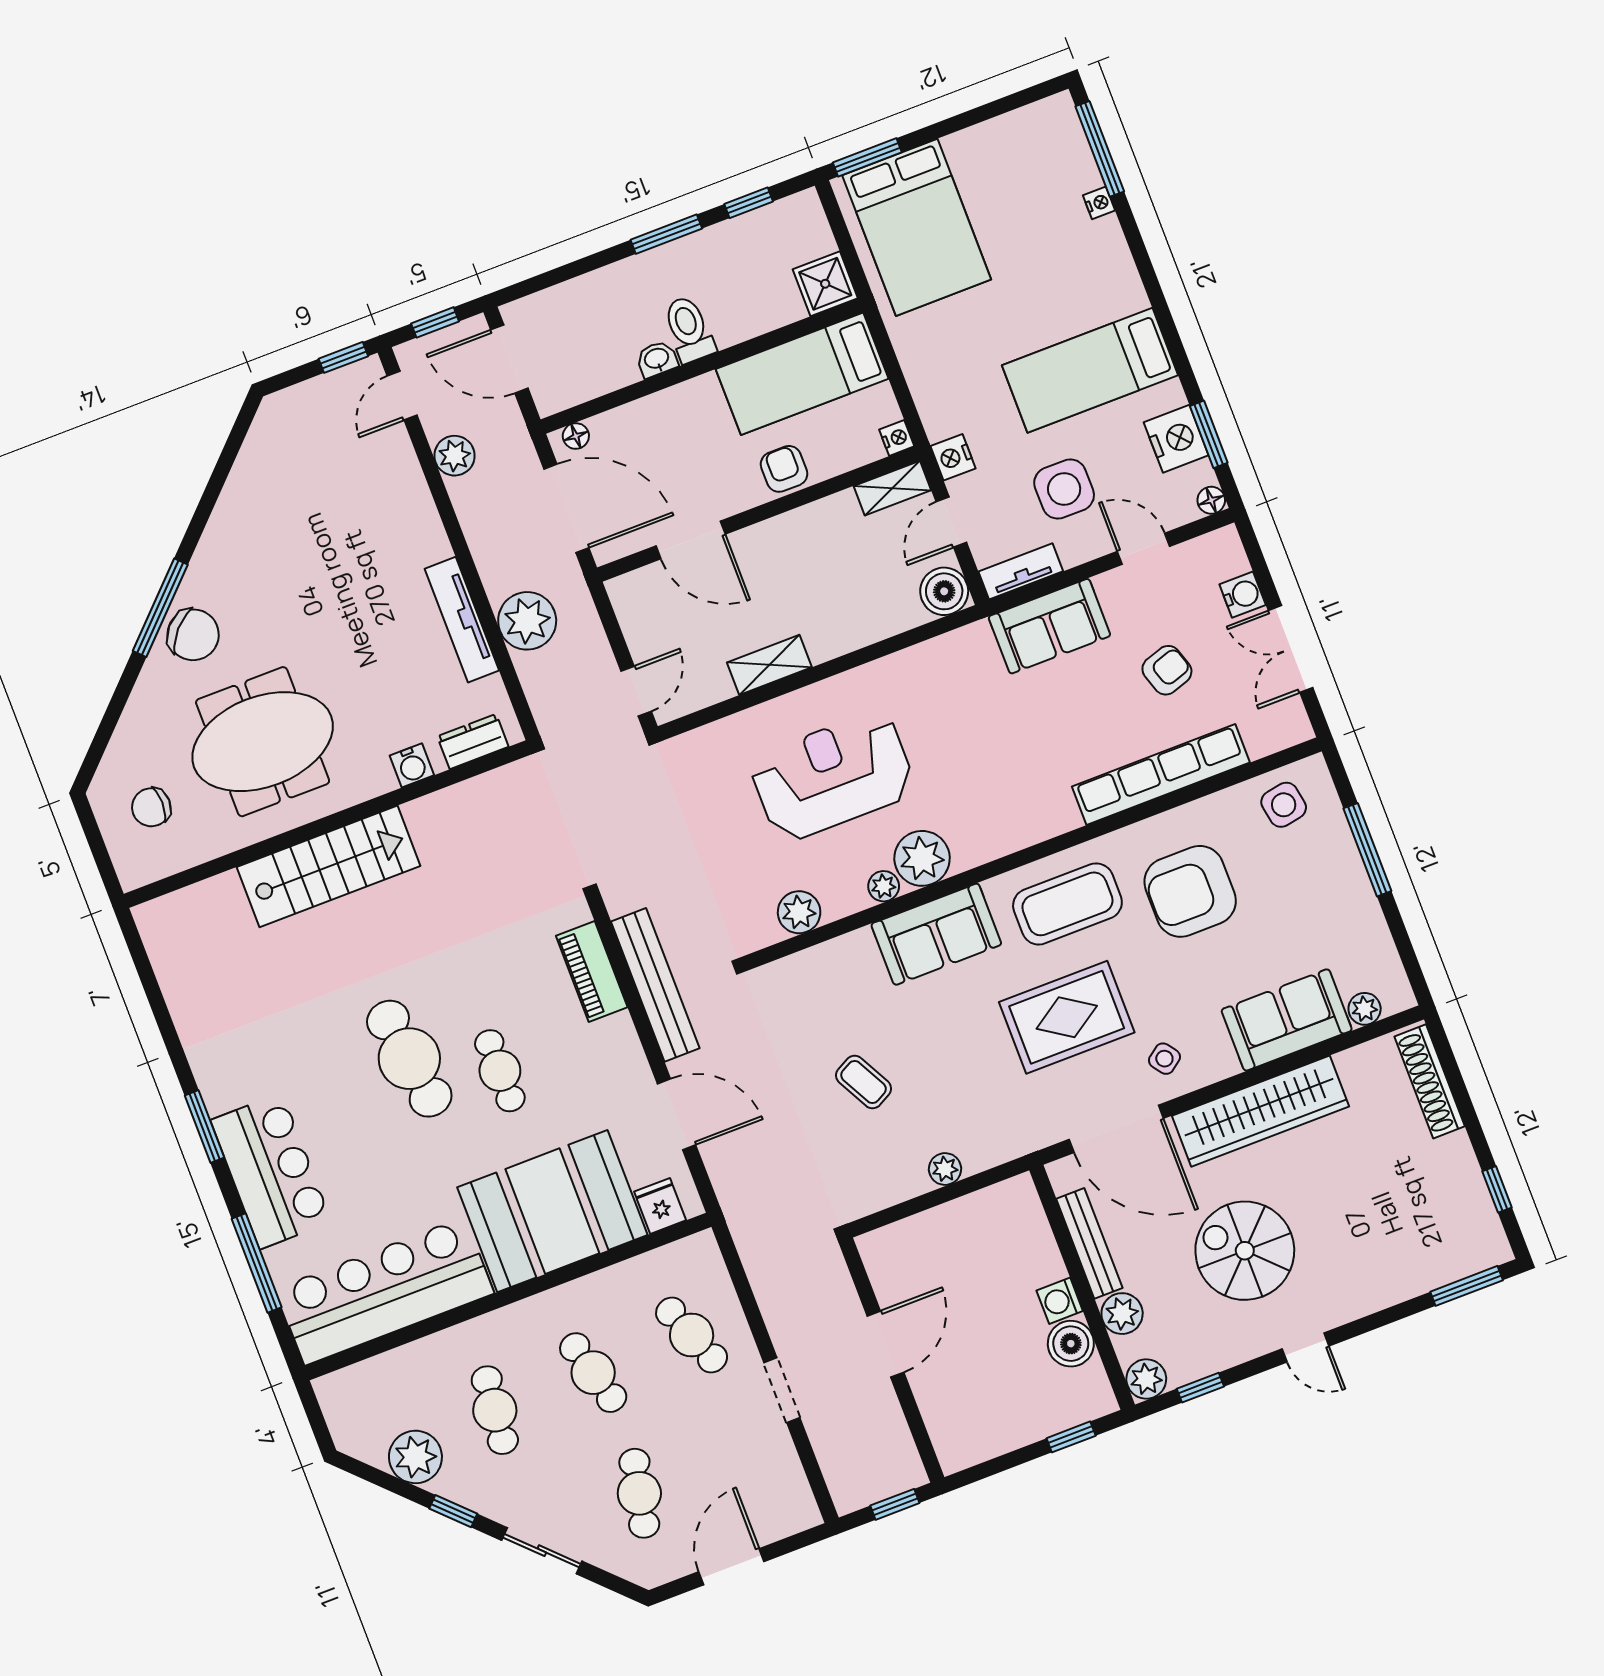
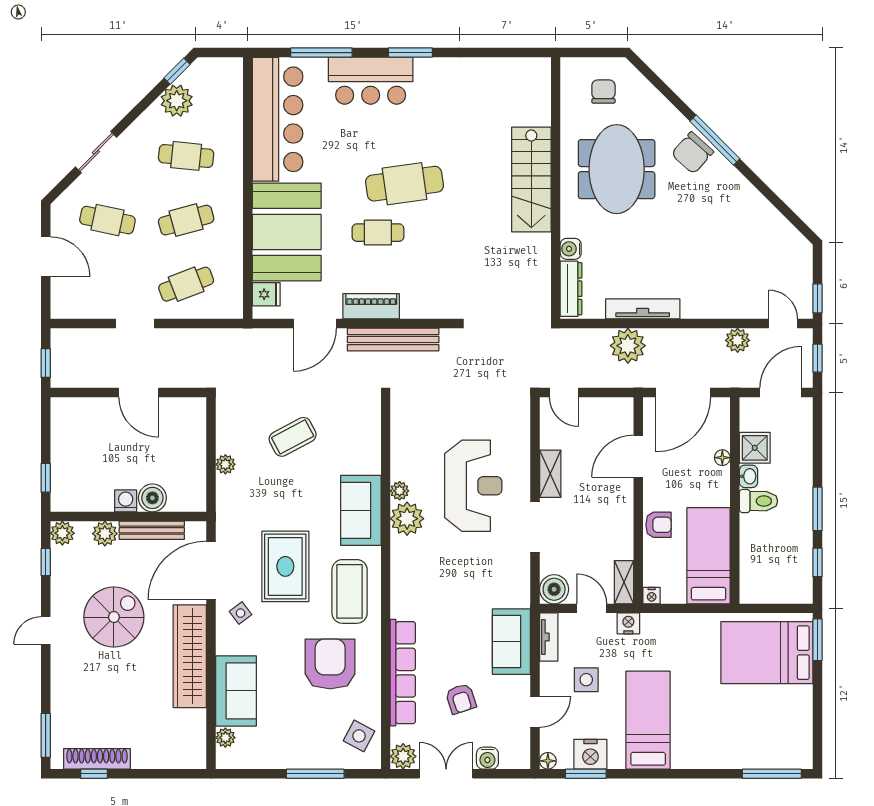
nightstand: (1099, 203) -> (741, 762), removed
shower: (825, 284) -> (755, 448), moved
floor lamp: (576, 436) -> (722, 458), moved
side table: (1064, 489) -> (586, 680), width x0.73, depth x0.73
doorway: (860, 657) -> (535, 527), added
dresser: (473, 741) -> (571, 289), width x1.44
side table: (1284, 805) -> (359, 736), turned 38
plant: (799, 912) -> (403, 756), moved
piano: (592, 972) -> (371, 306), moved
shoe rack: (1430, 1081) -> (97, 759), moved
coffee table: (864, 1082) -> (293, 437), width x1.36, depth x1.30
boiler: (1071, 1344) -> (152, 498), moved
window: (453, 1511) -> (177, 71), moved

